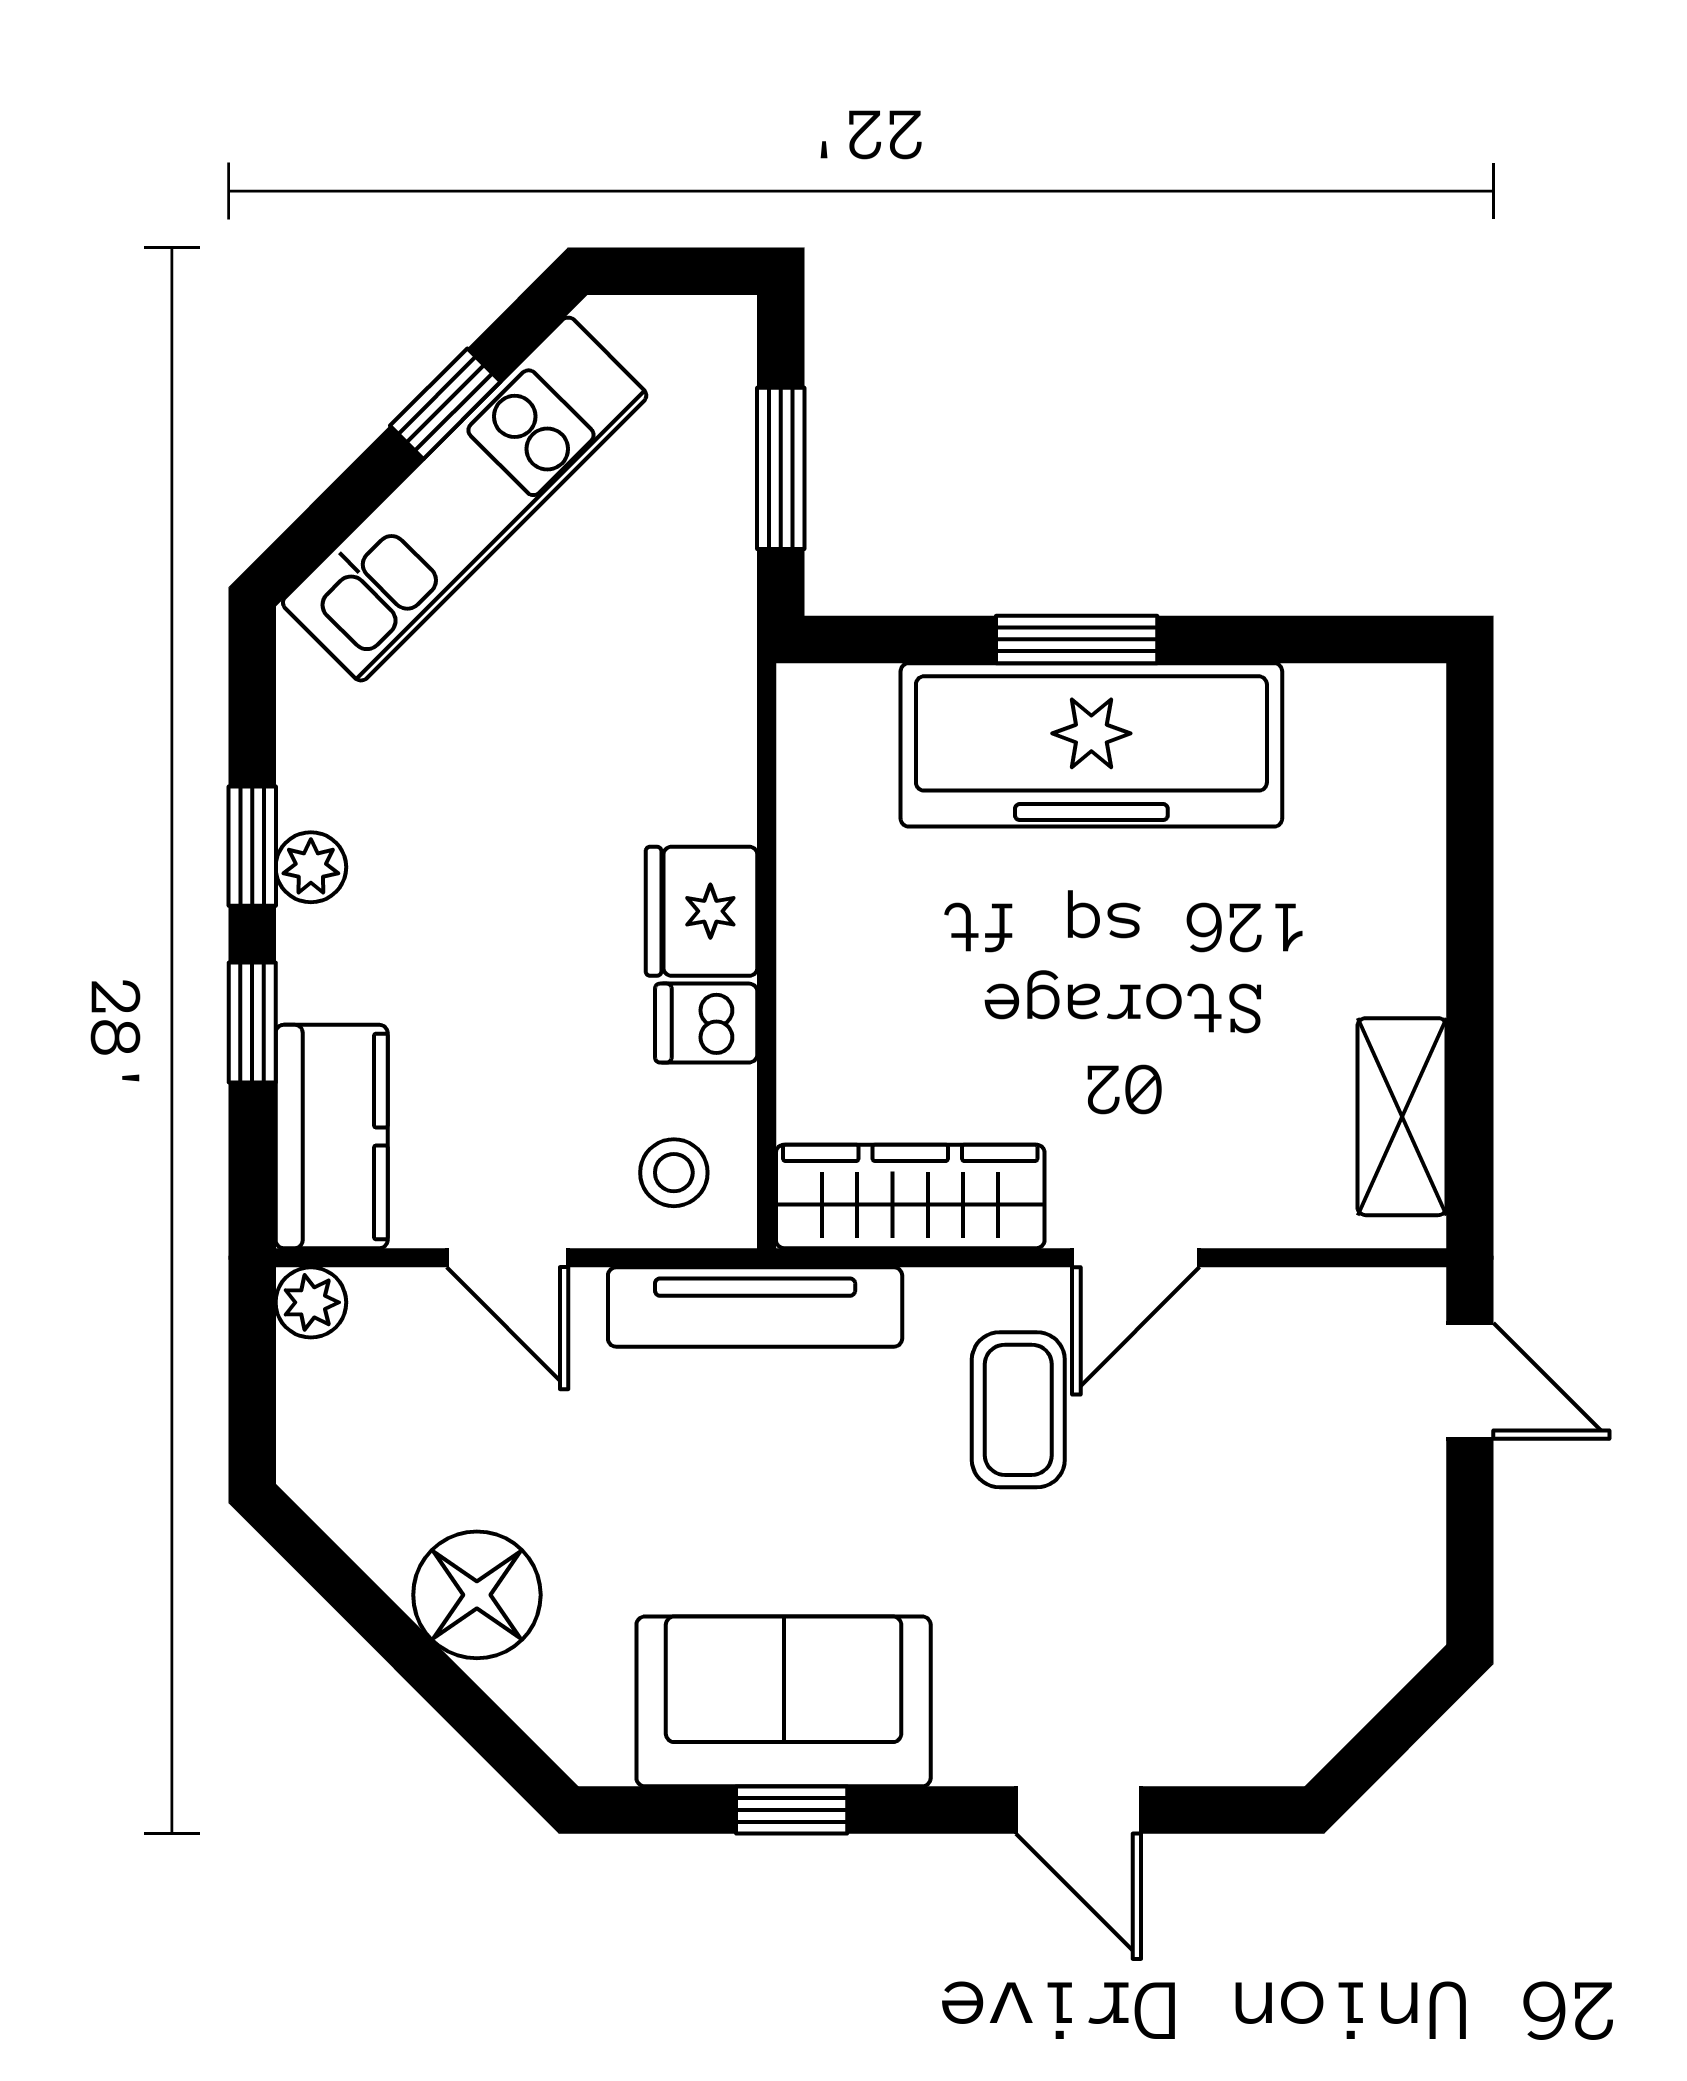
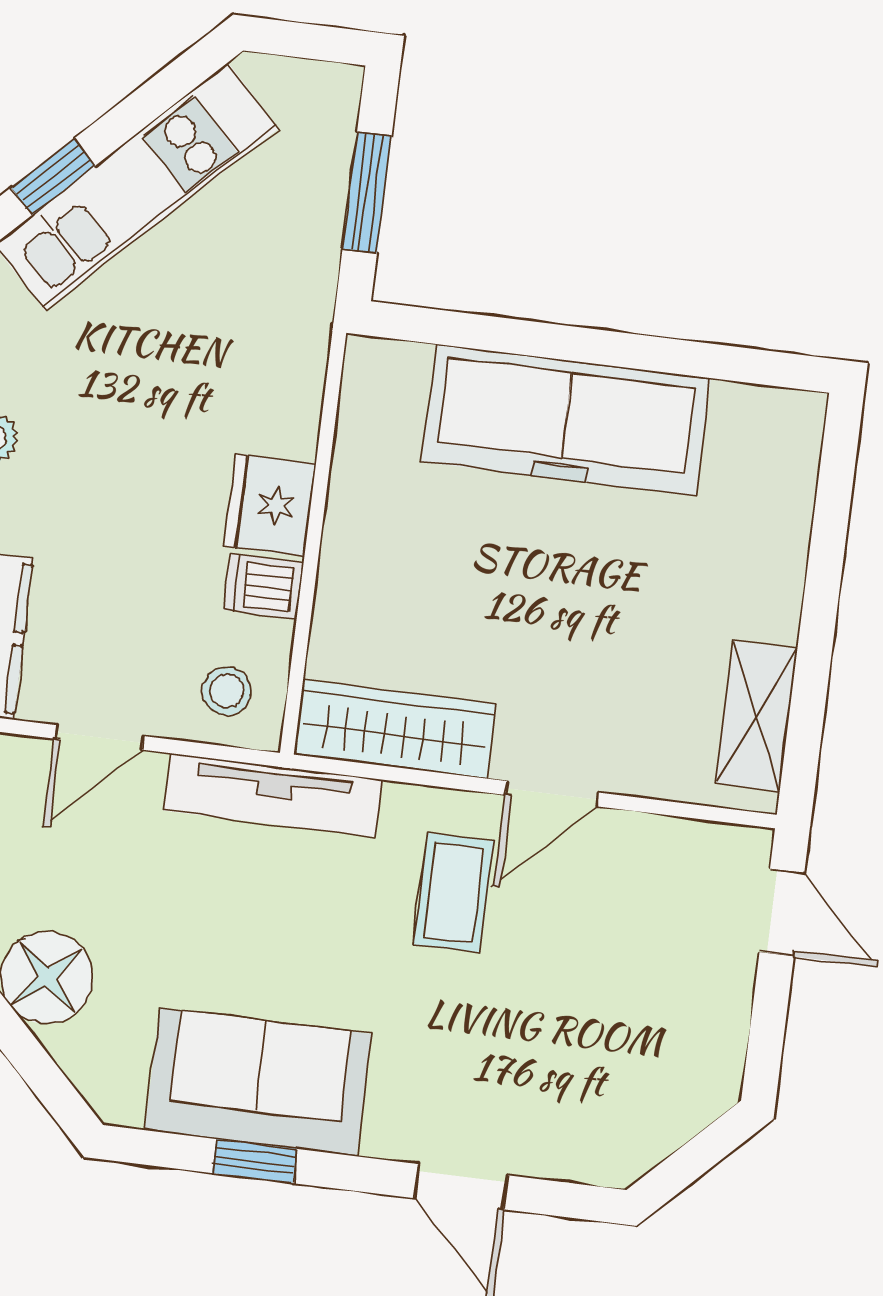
window: (445, 404) -> (53, 176), moved
window: (1077, 639) -> (565, 343), removed
door: (507, 1258) -> (99, 737), hinge flipped

